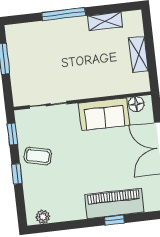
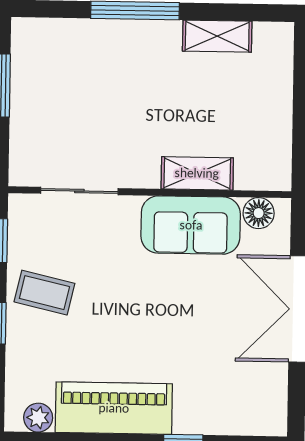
shelving: (139, 55) -> (197, 173), moved, turned 90
piano: (114, 203) -> (114, 408), moved

